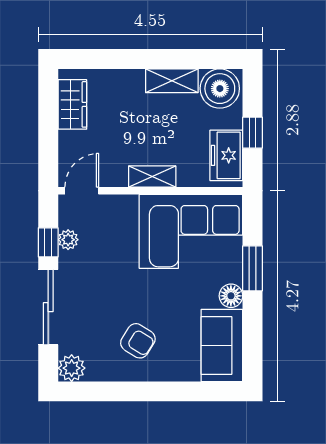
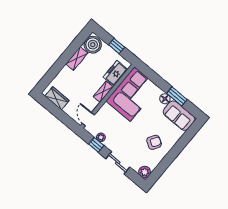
freezer: (226, 155) -> (115, 73), moved, turned 90
window: (253, 268) -> (177, 96), moved
sliding door: (48, 307) -> (118, 163), width x0.73

